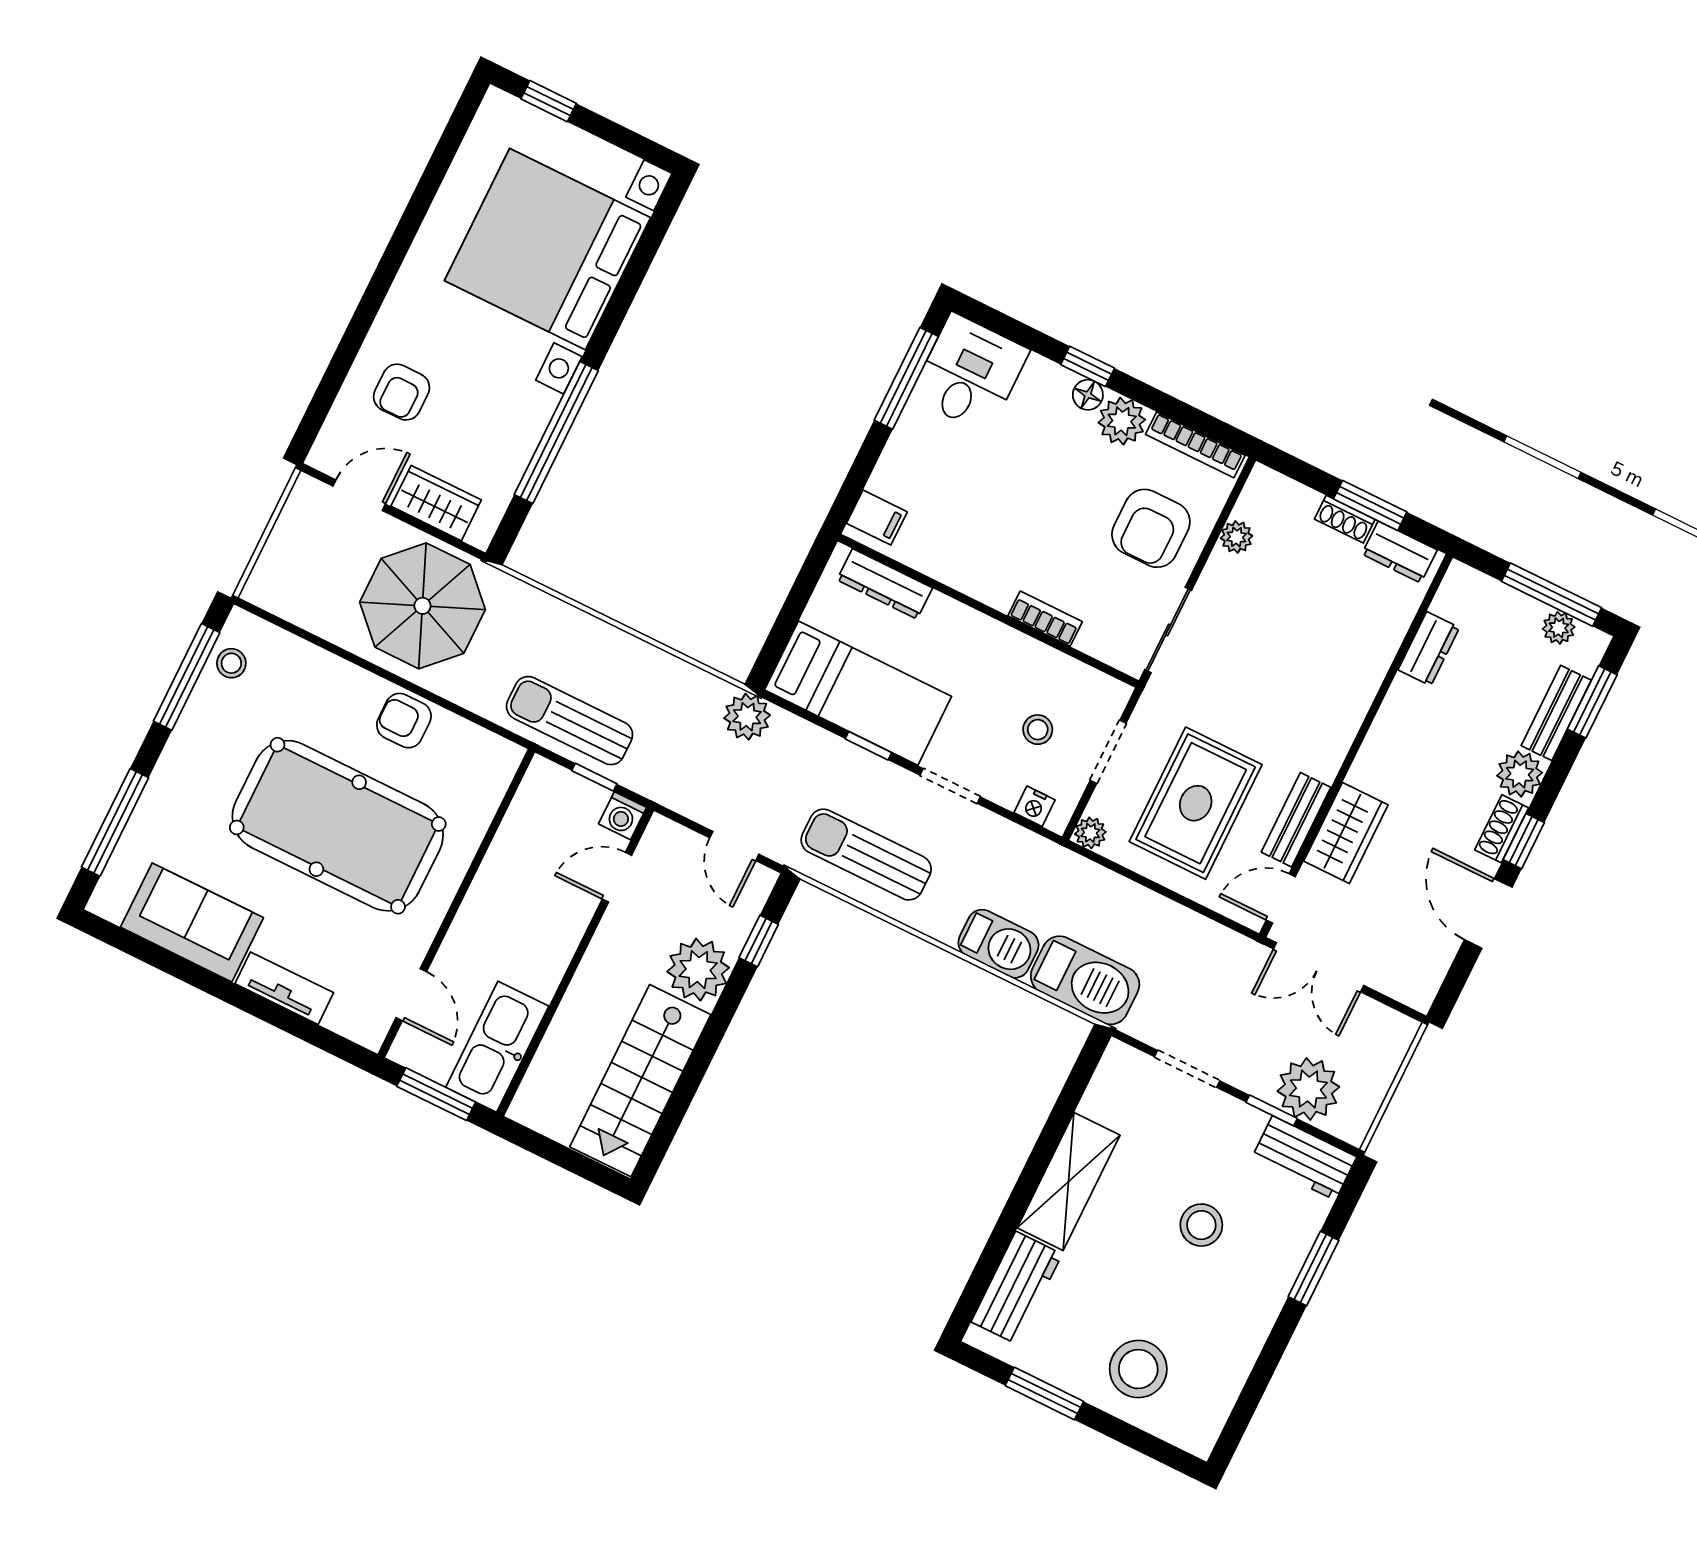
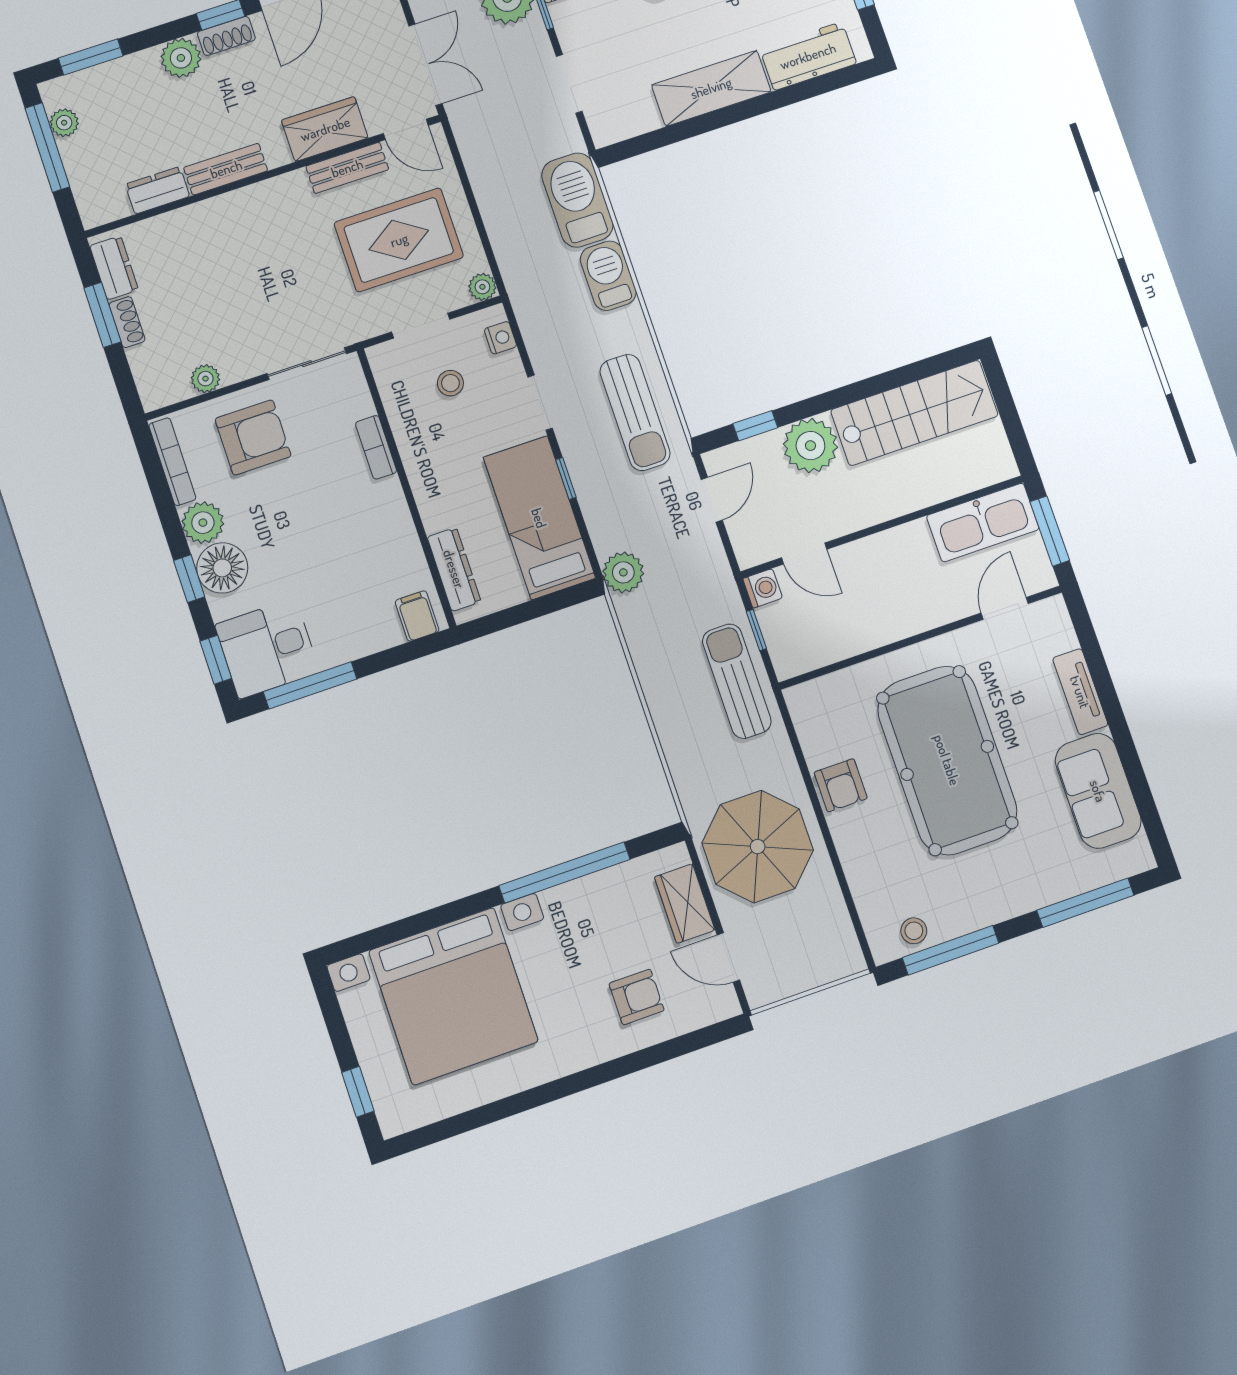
window: (1001, 324) -> (216, 660), added
floor lamp: (1088, 395) -> (222, 568), width x1.89, depth x1.89
bench: (1556, 713) -> (226, 169), moved
sun lounger: (570, 721) -> (737, 681), turned 180

